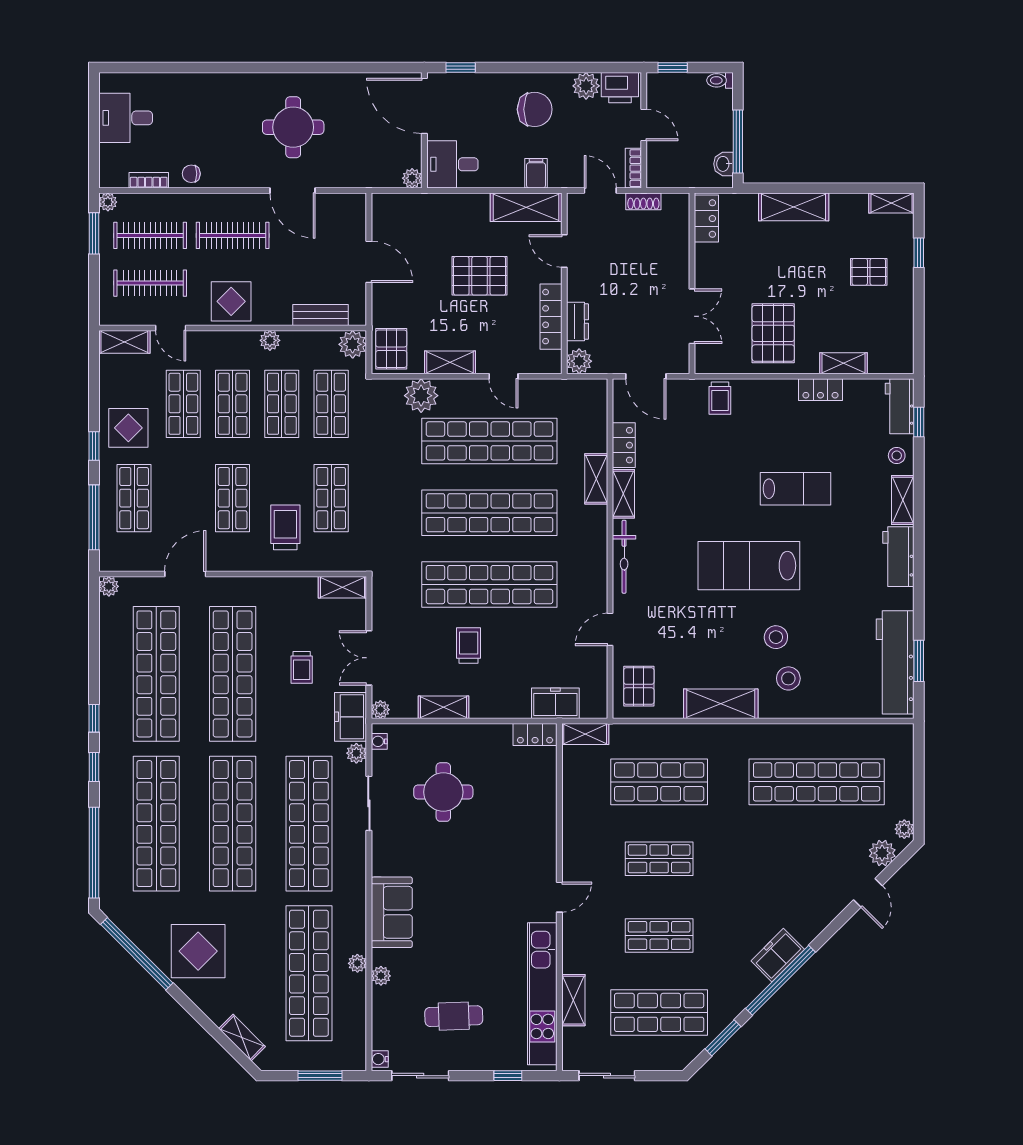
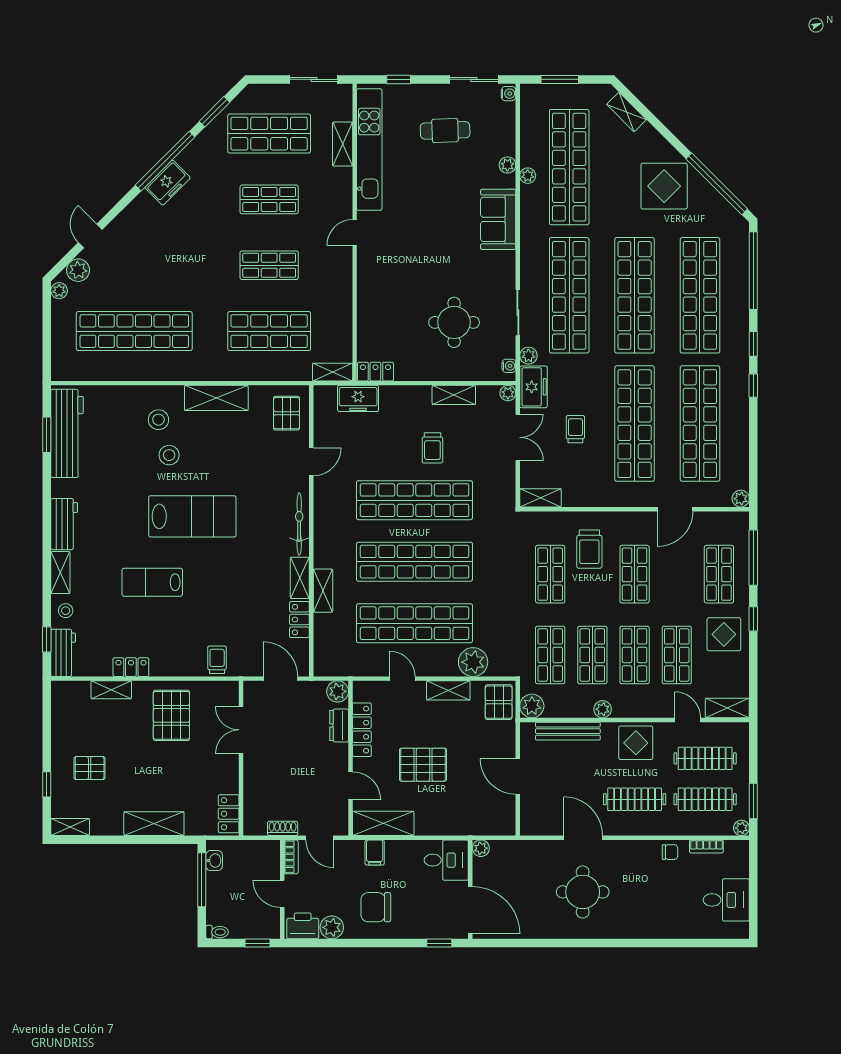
bench: (320, 315) -> (568, 731), width x1.36

